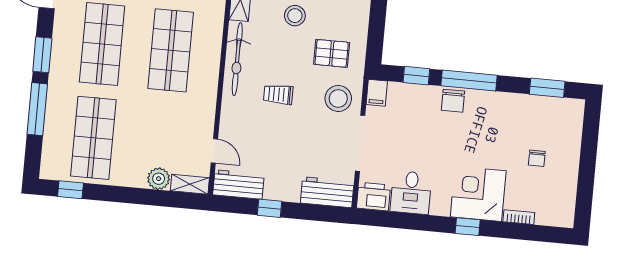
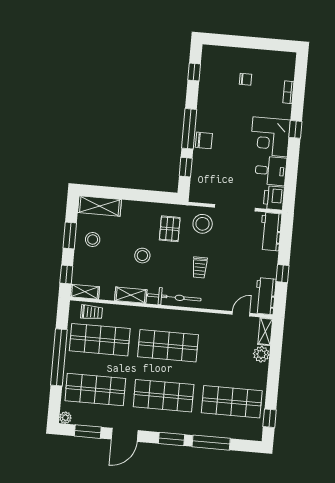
window: (547, 88) -> (194, 72), width x0.67
filing cabinet: (377, 93) -> (198, 196), removed
corner desk: (478, 194) -> (270, 137), moved

